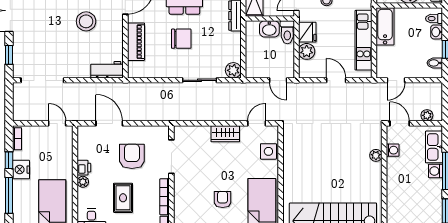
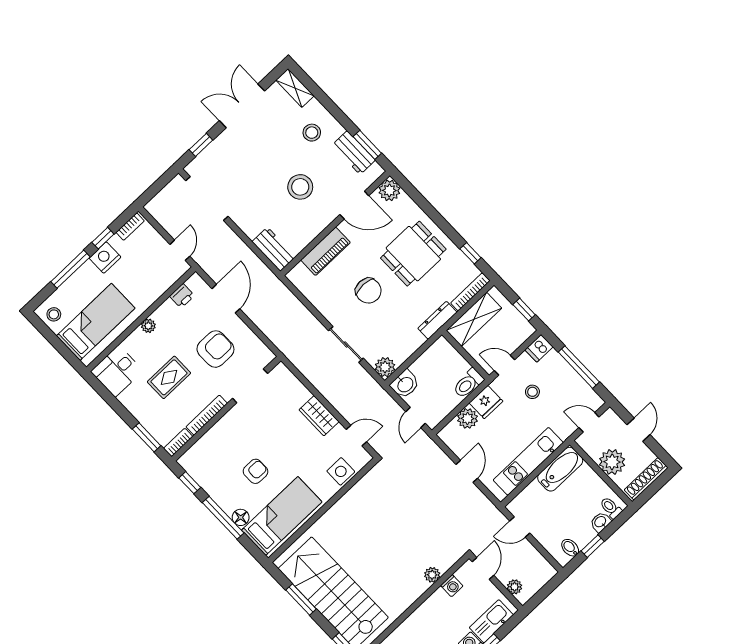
washbasin: (269, 29) -> (405, 384), moved, turned -90
printer: (84, 168) -> (182, 296), moved

